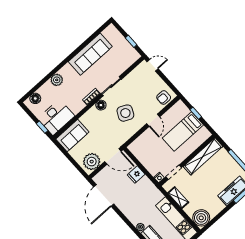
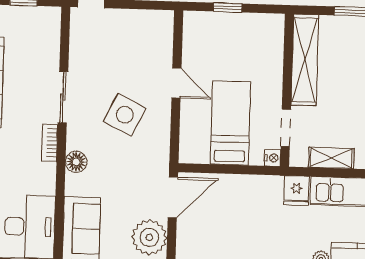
armchair: (164, 97) -> (157, 34), removed
floor lamp: (101, 105) -> (76, 162), moved
bed: (183, 132) -> (230, 123), moved, turned 180
fridge: (136, 175) -> (296, 190), moved

